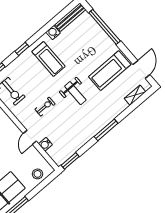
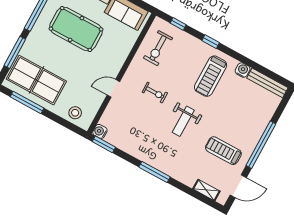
window: (105, 27) -> (261, 145), moved
treadmill: (110, 71) -> (223, 151), width x0.73, depth x0.73
water cooler: (45, 144) -> (100, 131), moved

